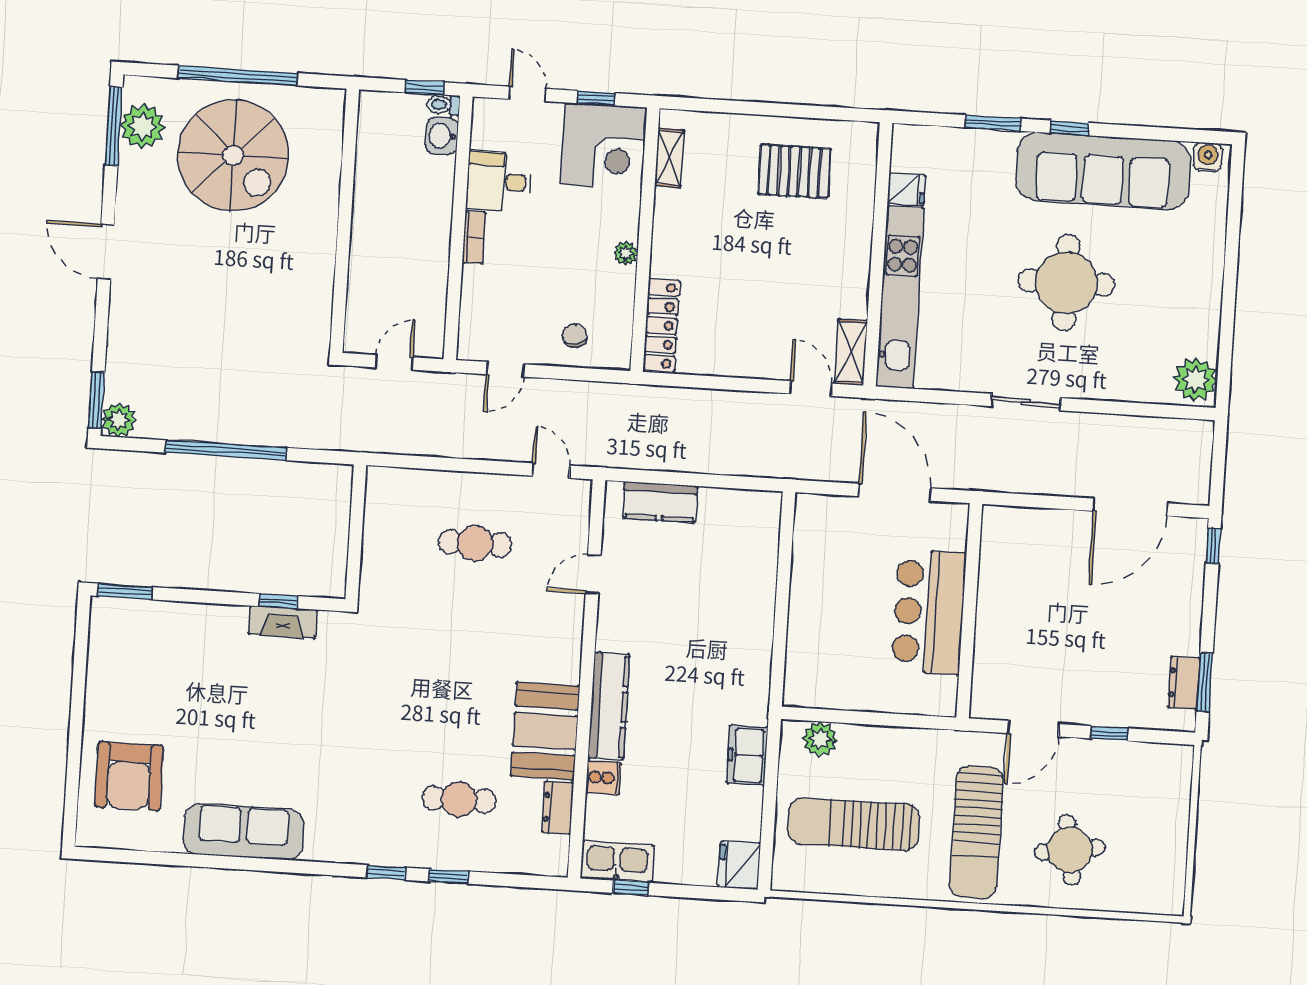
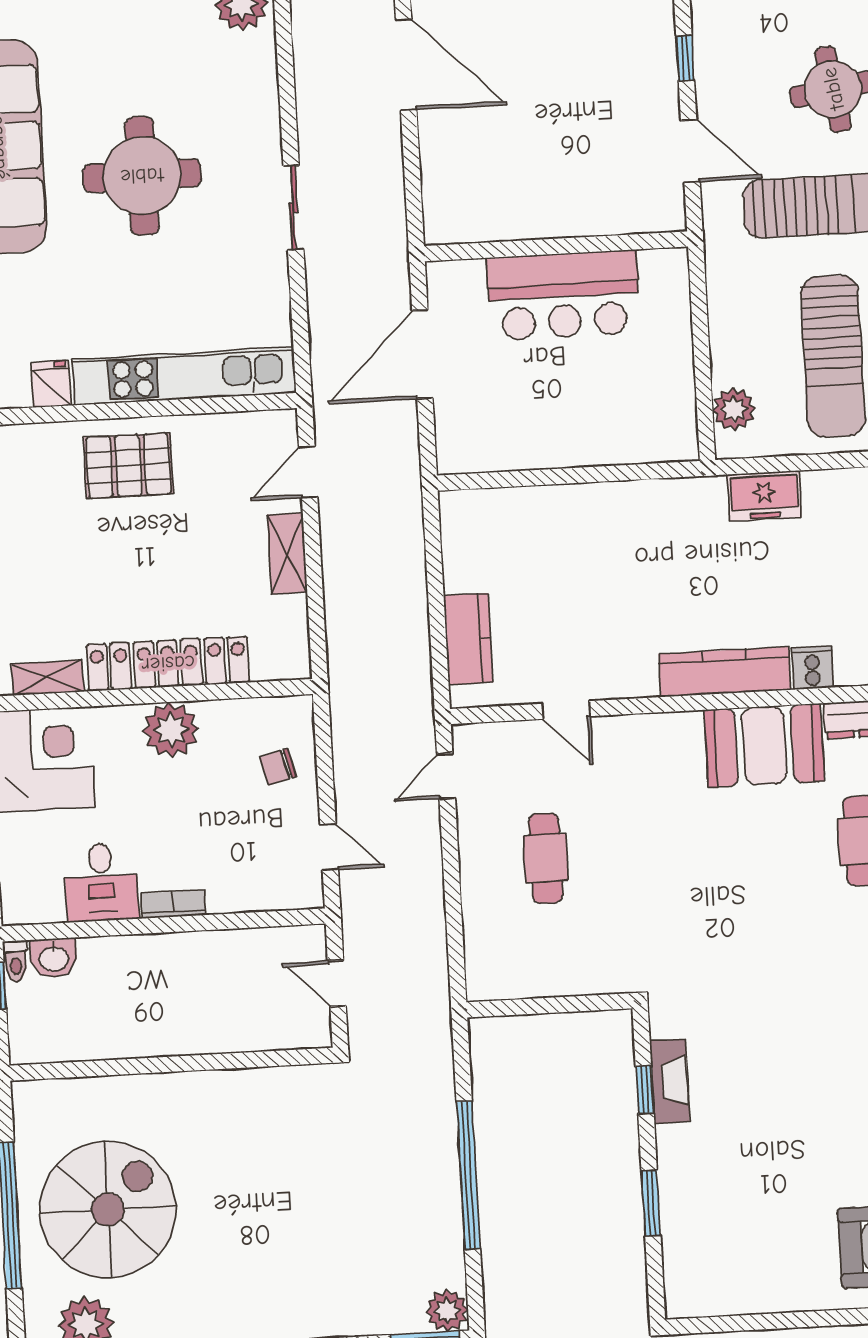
pallet: (794, 171) -> (128, 466), moved, turned 90
plant: (626, 253) -> (171, 730), width x1.87, depth x1.87
locker: (661, 325) -> (168, 664), moved, width x1.41, depth x1.21
shelving: (851, 352) -> (287, 554), moved, turned 90
window: (125, 591) -> (651, 1203), moved

